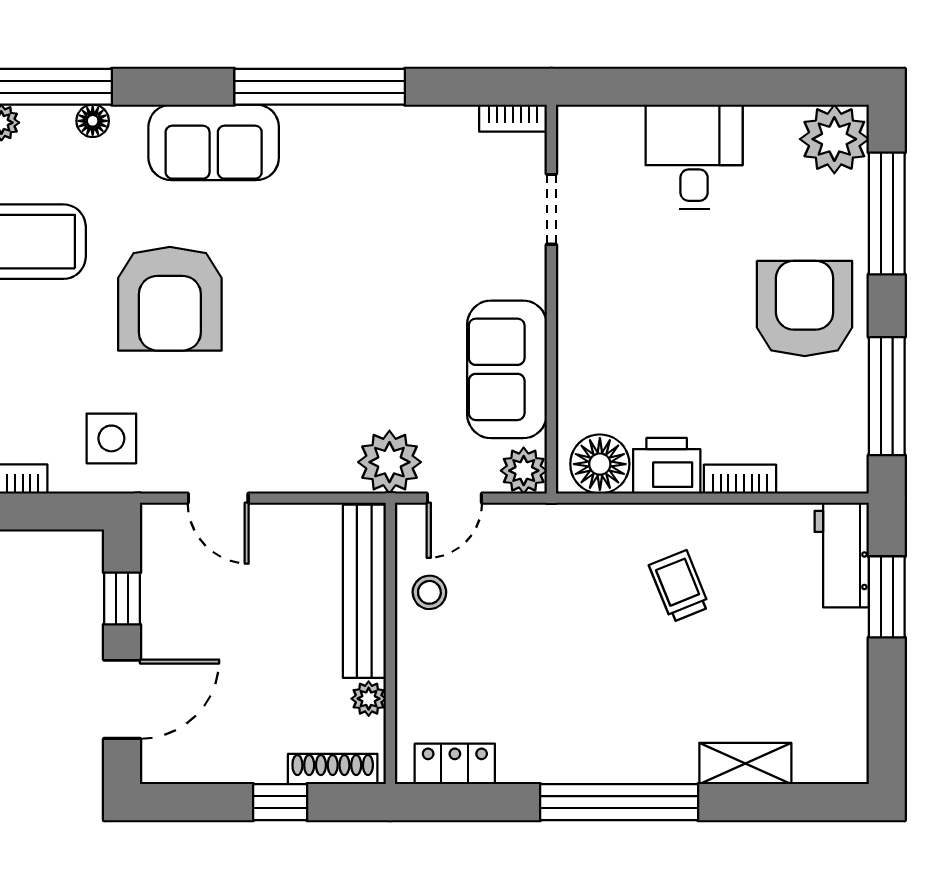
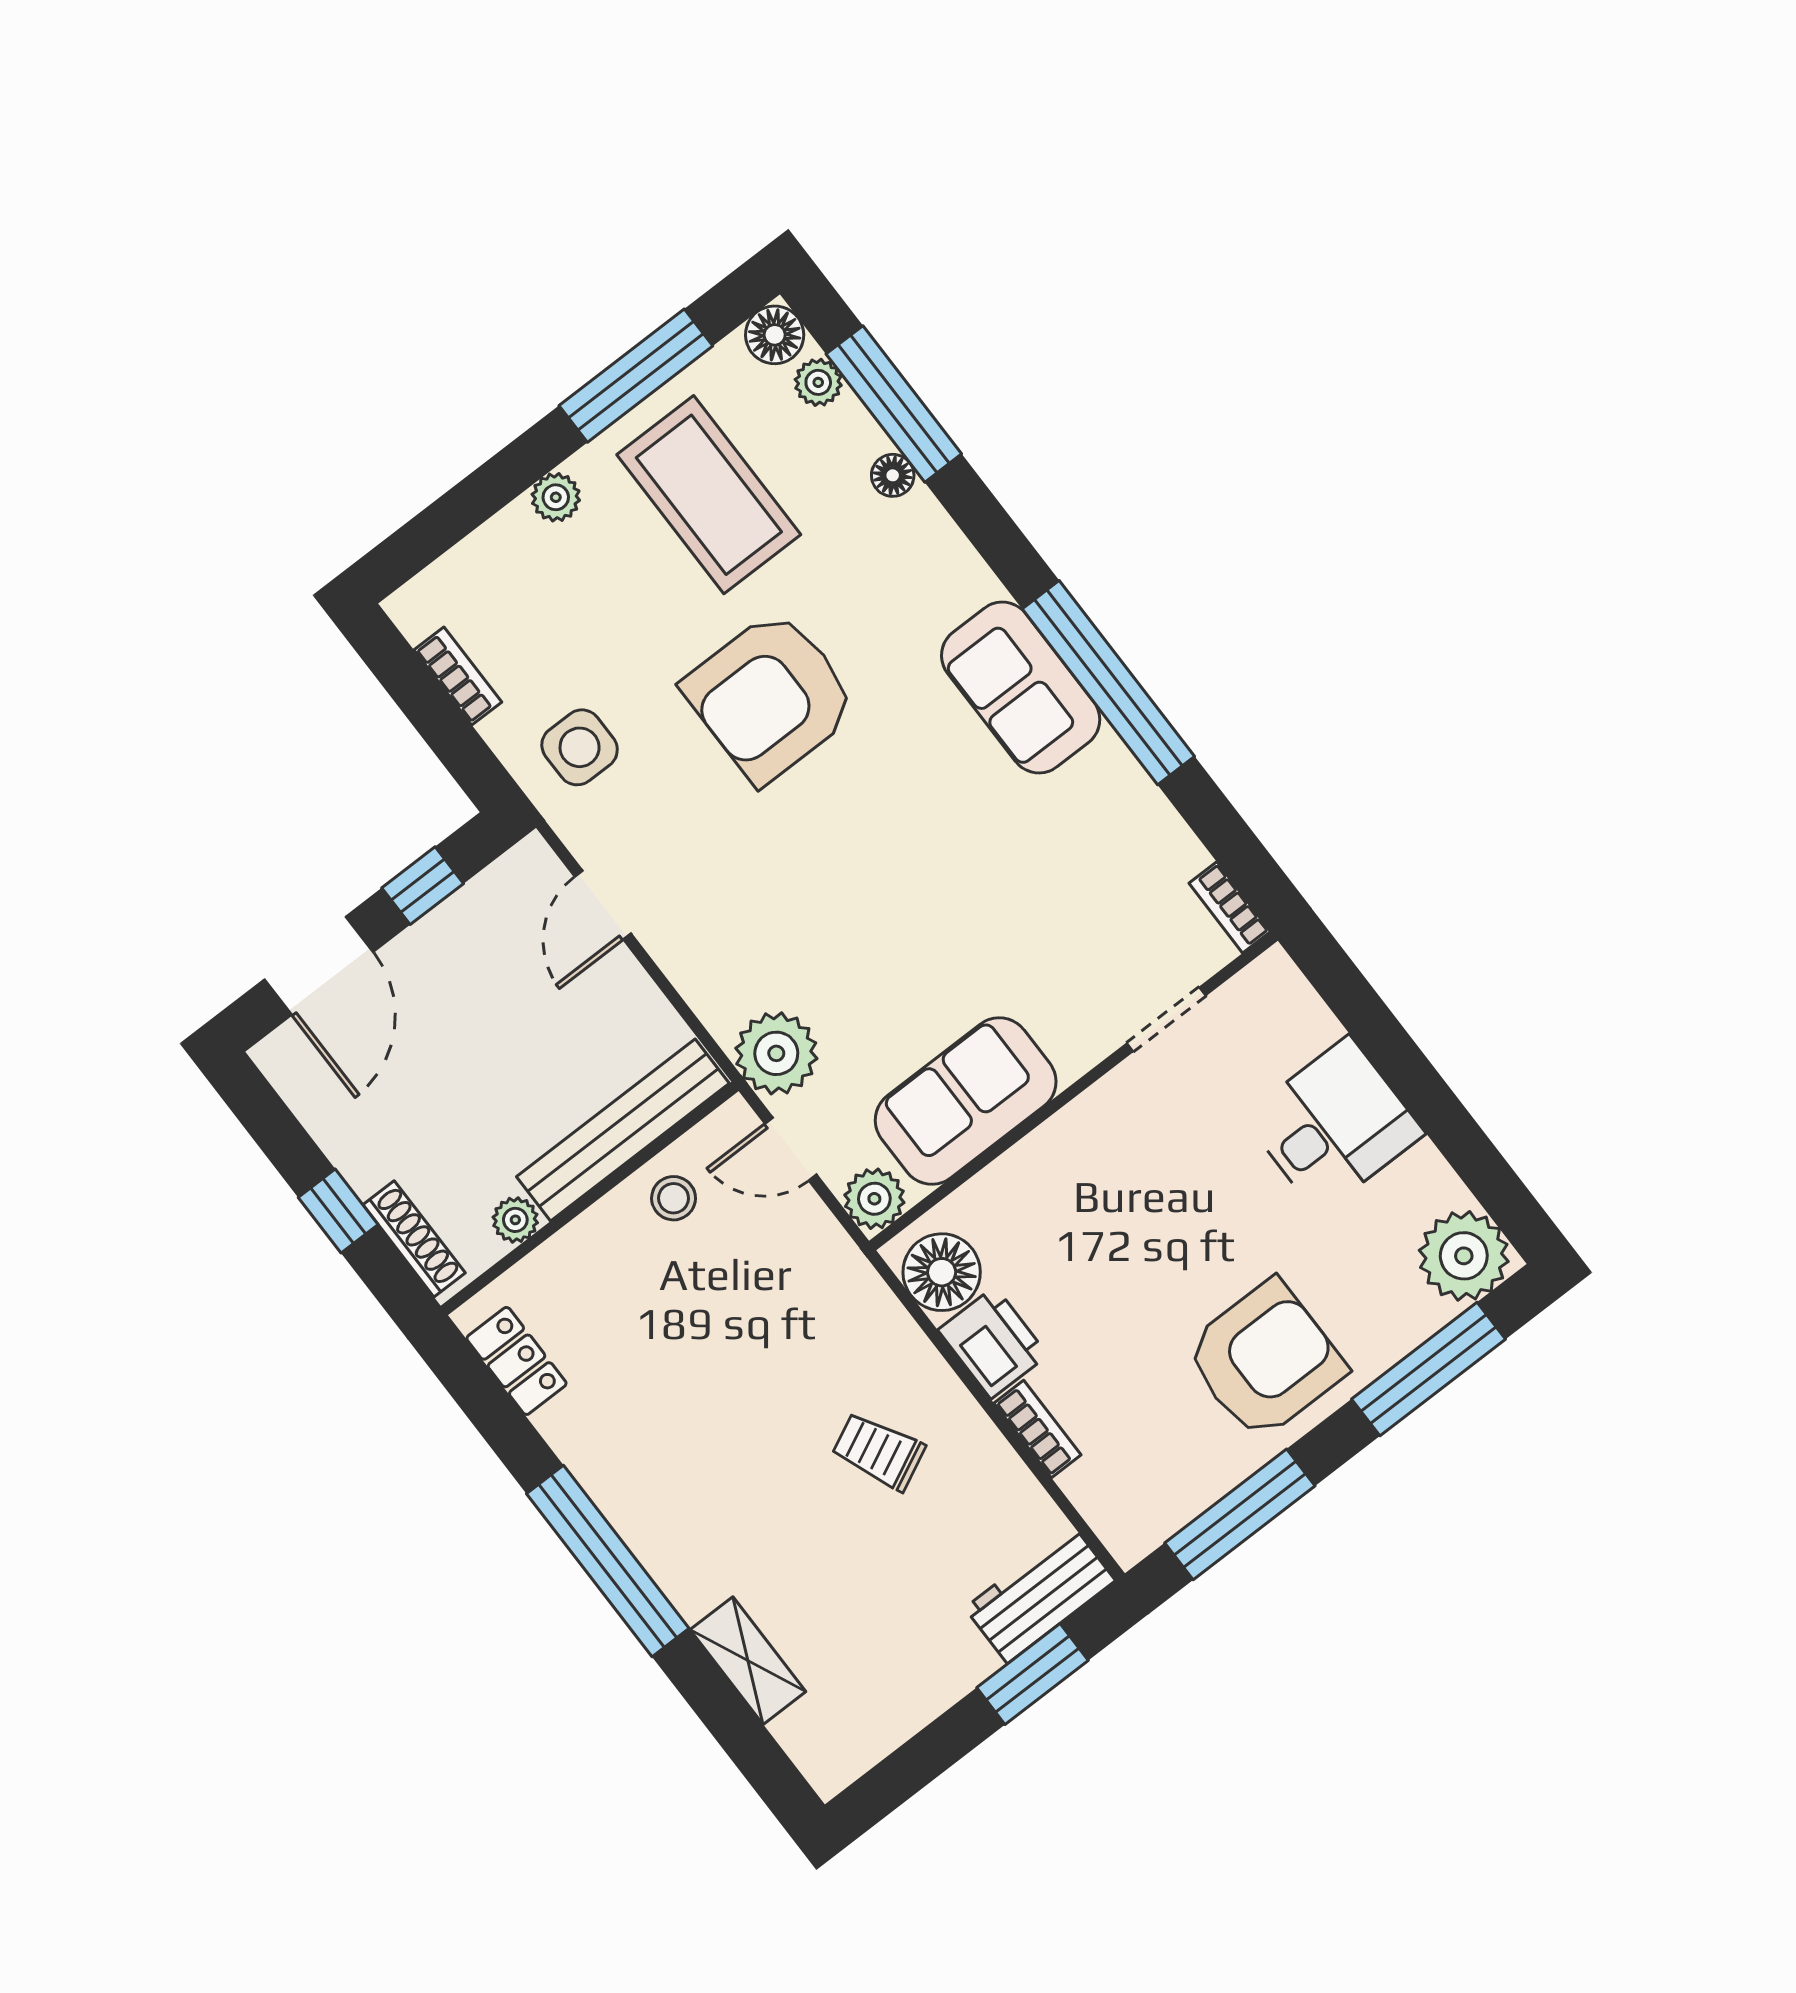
sofa: (214, 142) -> (1021, 687), moved
trolley: (679, 586) -> (879, 1451), turned -94
door: (122, 699) -> (319, 966), hinge flipped

